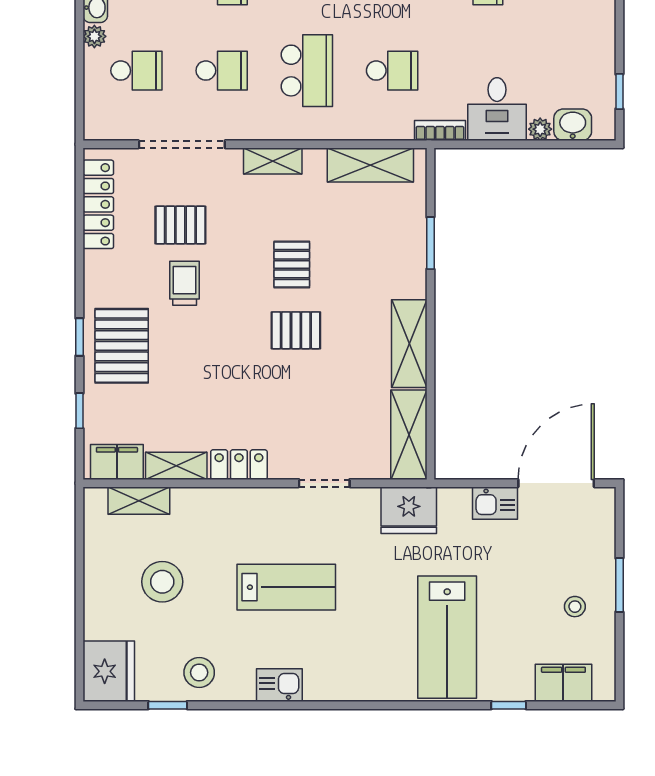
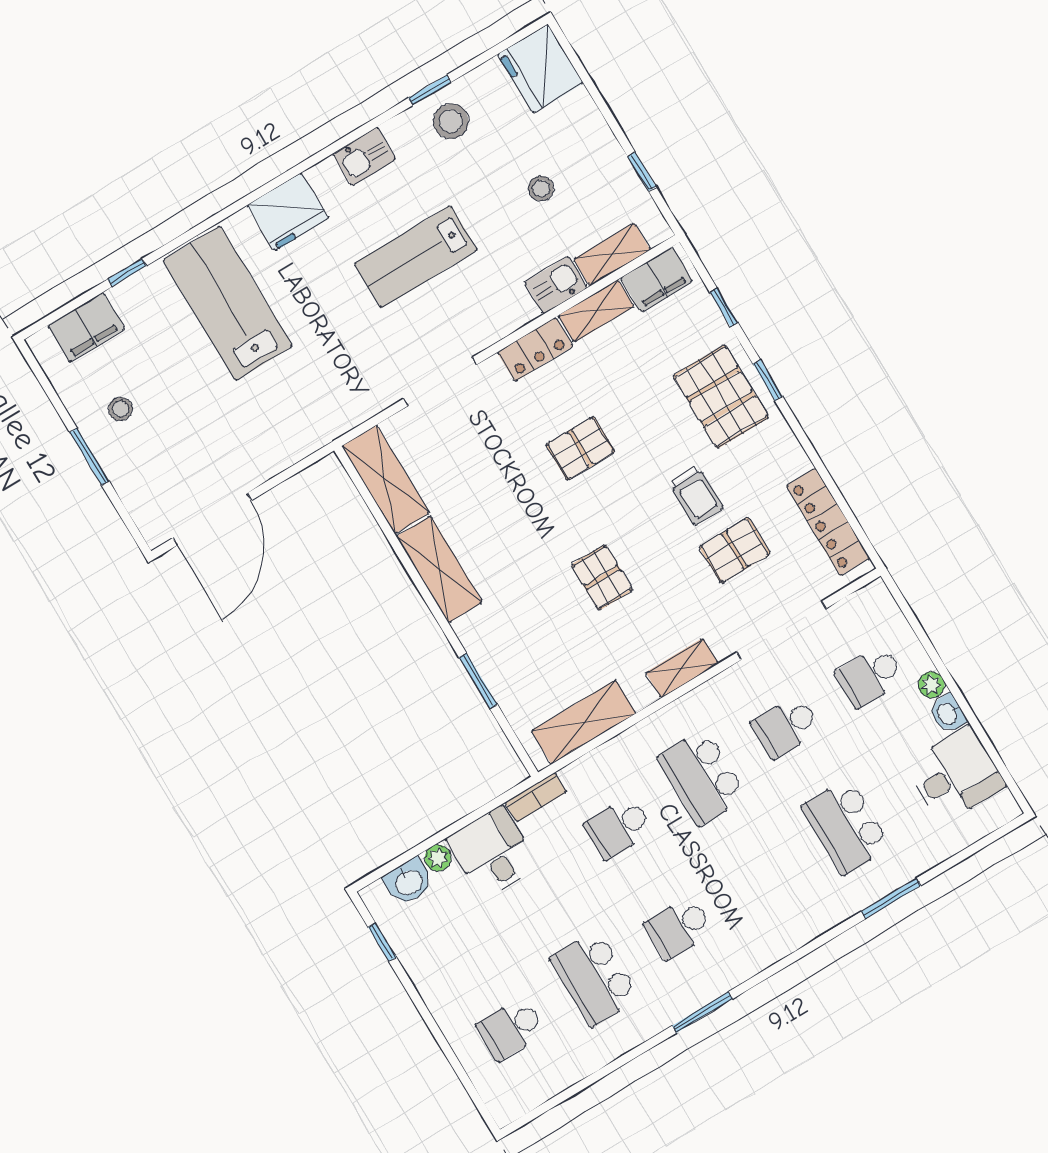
pallet: (296, 330) -> (580, 448), moved
doorway: (324, 483) -> (440, 382), width x1.38
kitchen sink: (495, 503) -> (556, 285), moved
fridge: (409, 510) -> (288, 212), moved, turned 180
window: (79, 549) -> (642, 172), added
stool: (162, 582) -> (541, 189), width x0.53, depth x0.53
window: (168, 705) -> (430, 90), moved

